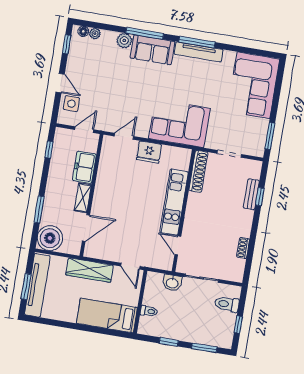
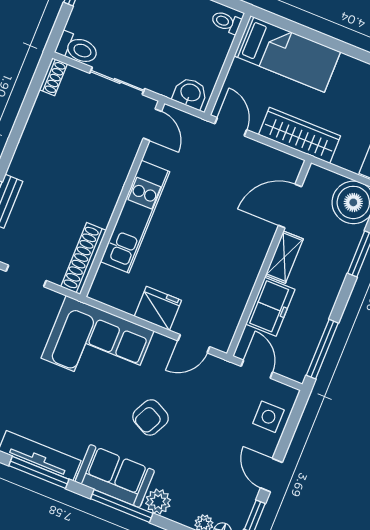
door: (60, 83) -> (271, 475), moved
armchair: (139, 88) -> (151, 417), added
door: (84, 130) -> (257, 369), swing flipped
window: (49, 150) -> (322, 349), width x2.17
door: (178, 245) -> (152, 125), moved
shoe rack: (243, 248) -> (53, 77), moved
washbasin: (172, 283) -> (190, 93), moved
toilet: (227, 304) -> (77, 48), moved
toilet: (149, 311) -> (226, 22), moved

